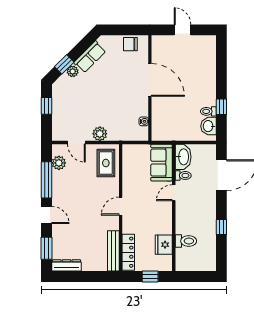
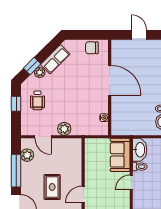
wheelchair: (70, 102) -> (37, 100), added
rug: (106, 163) -> (52, 187), moved

